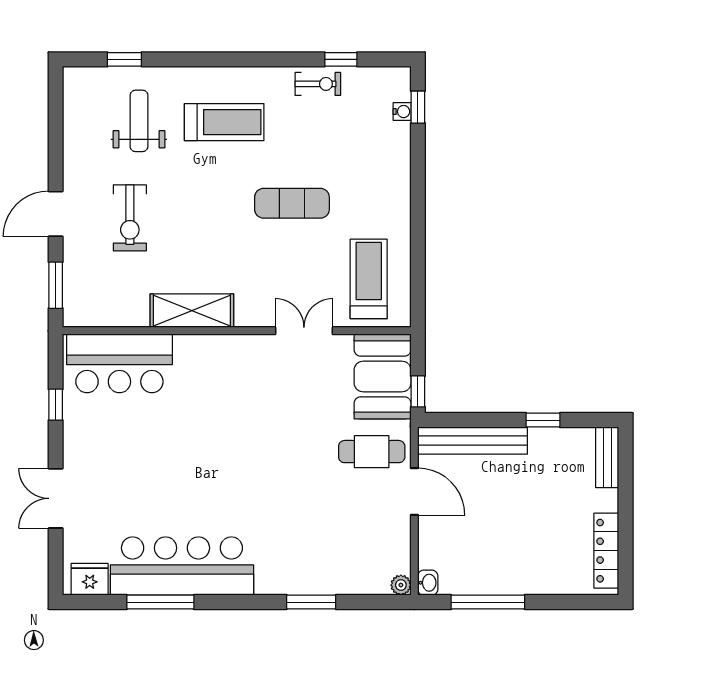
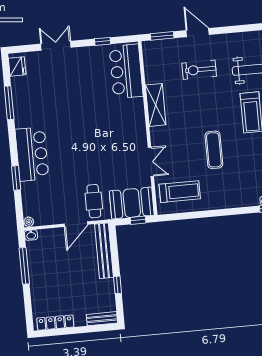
window: (418, 391) -> (138, 220), moved
bar counter: (182, 566) -> (32, 154), moved, width x0.73

